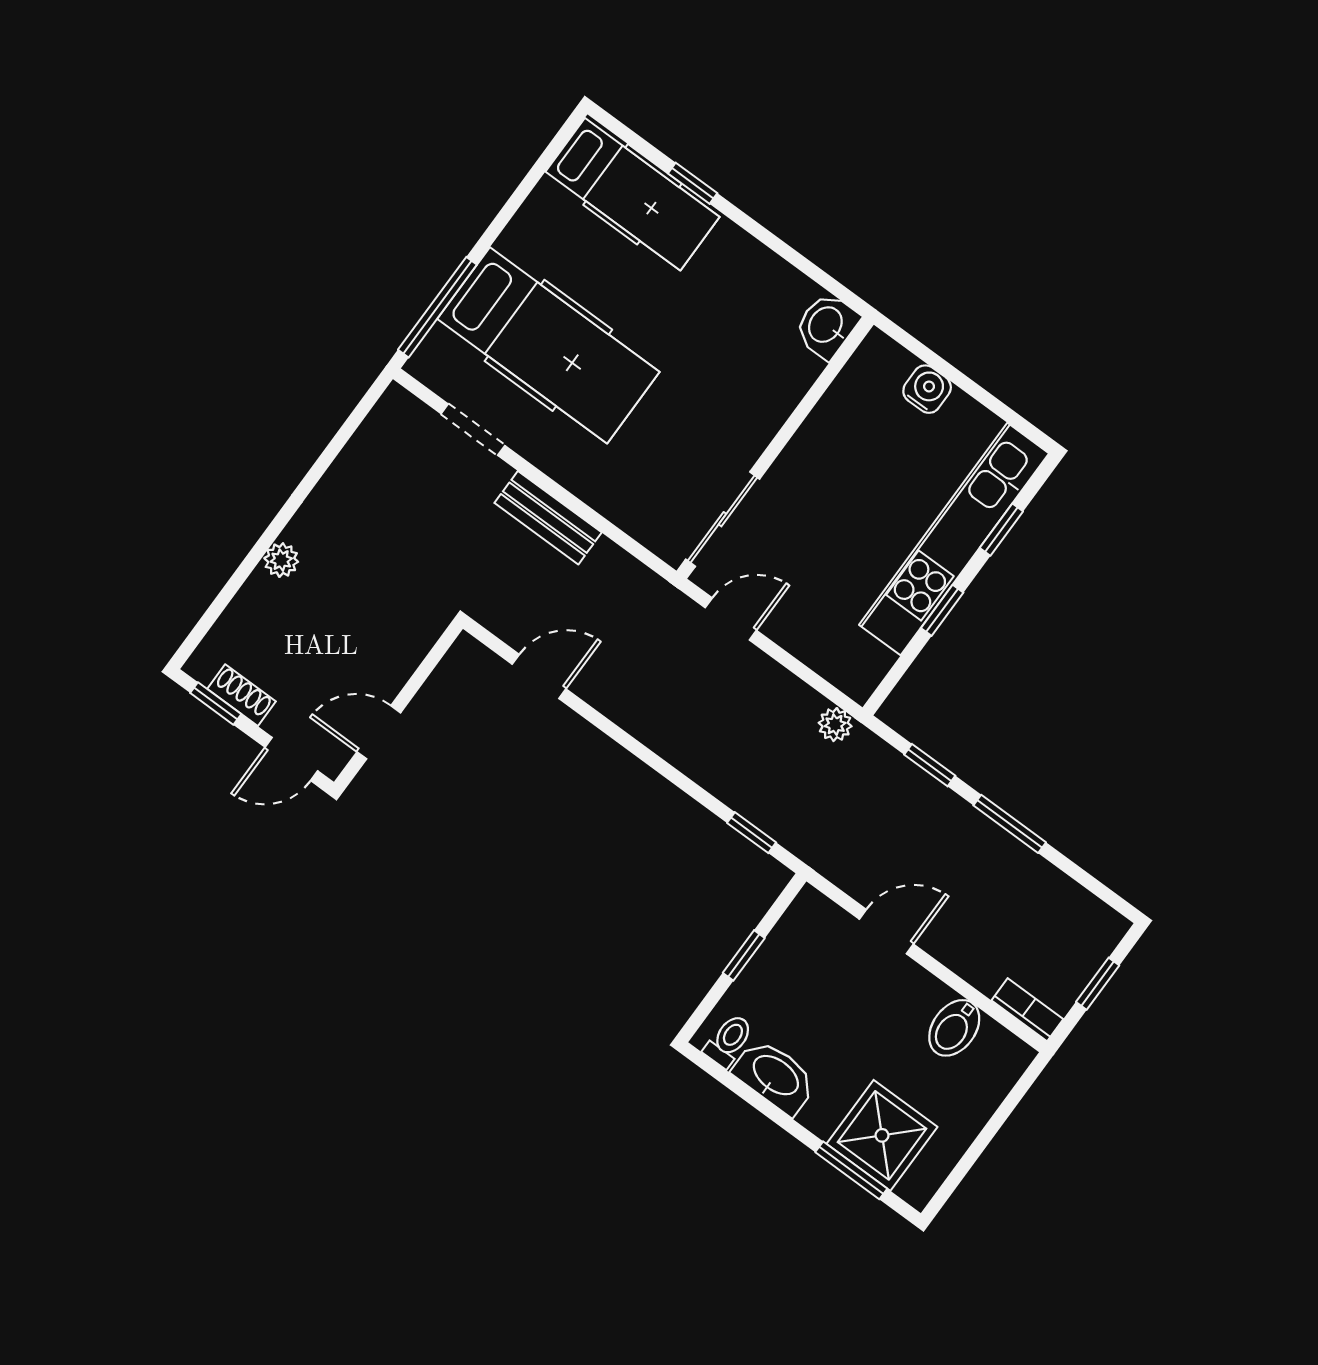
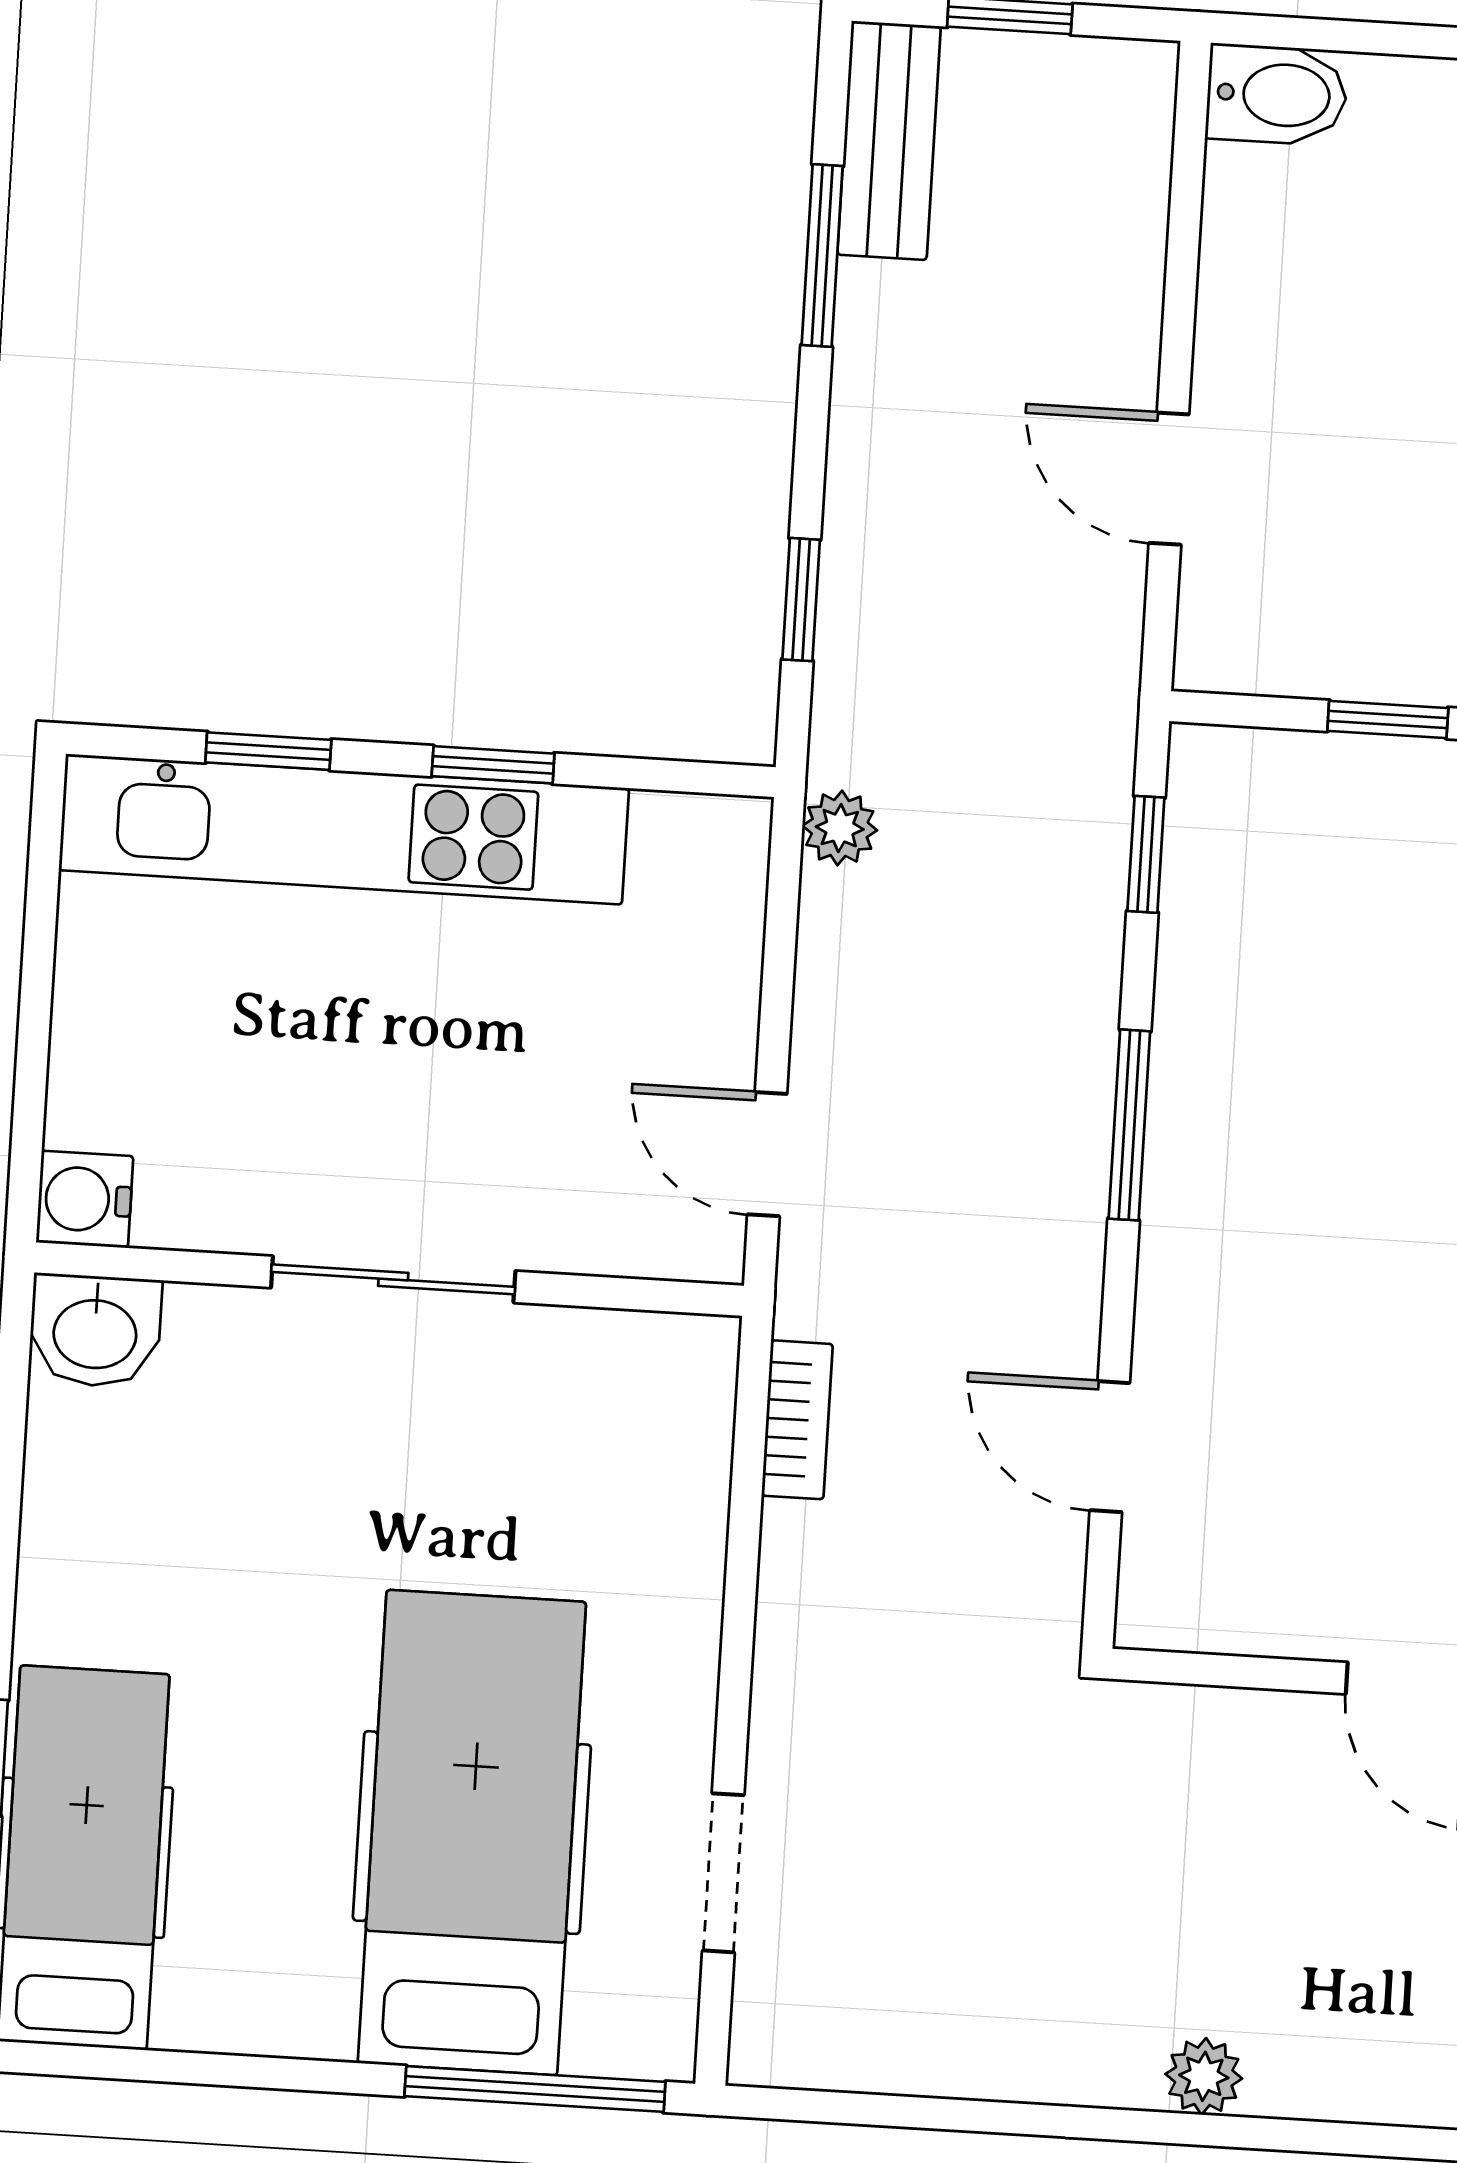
water cooler: (927, 389) -> (85, 1199), moved
bench: (548, 518) -> (889, 140), moved
sliding door: (723, 519) -> (393, 1279), moved
window: (654, 761) -> (1129, 1125), added
window: (1010, 824) -> (822, 256), moved
bookcase: (1027, 1010) -> (797, 1420), moved, turned 180
bidet: (954, 1028) -> (1277, 95), moved

